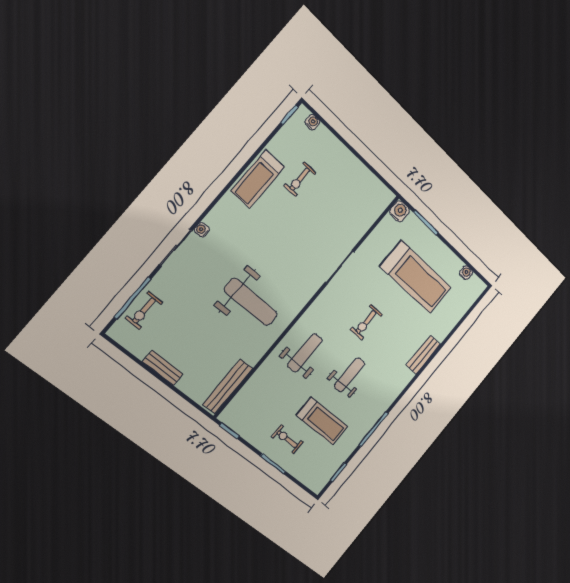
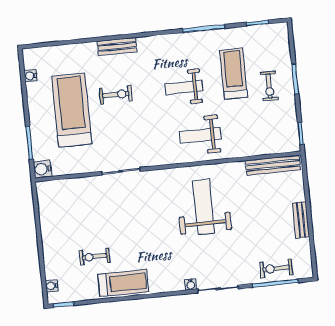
exercise bike: (300, 179) -> (95, 257), turned 180
exercise bike: (144, 310) -> (276, 268), turned 180
exercise bike: (366, 322) -> (116, 95), moved

